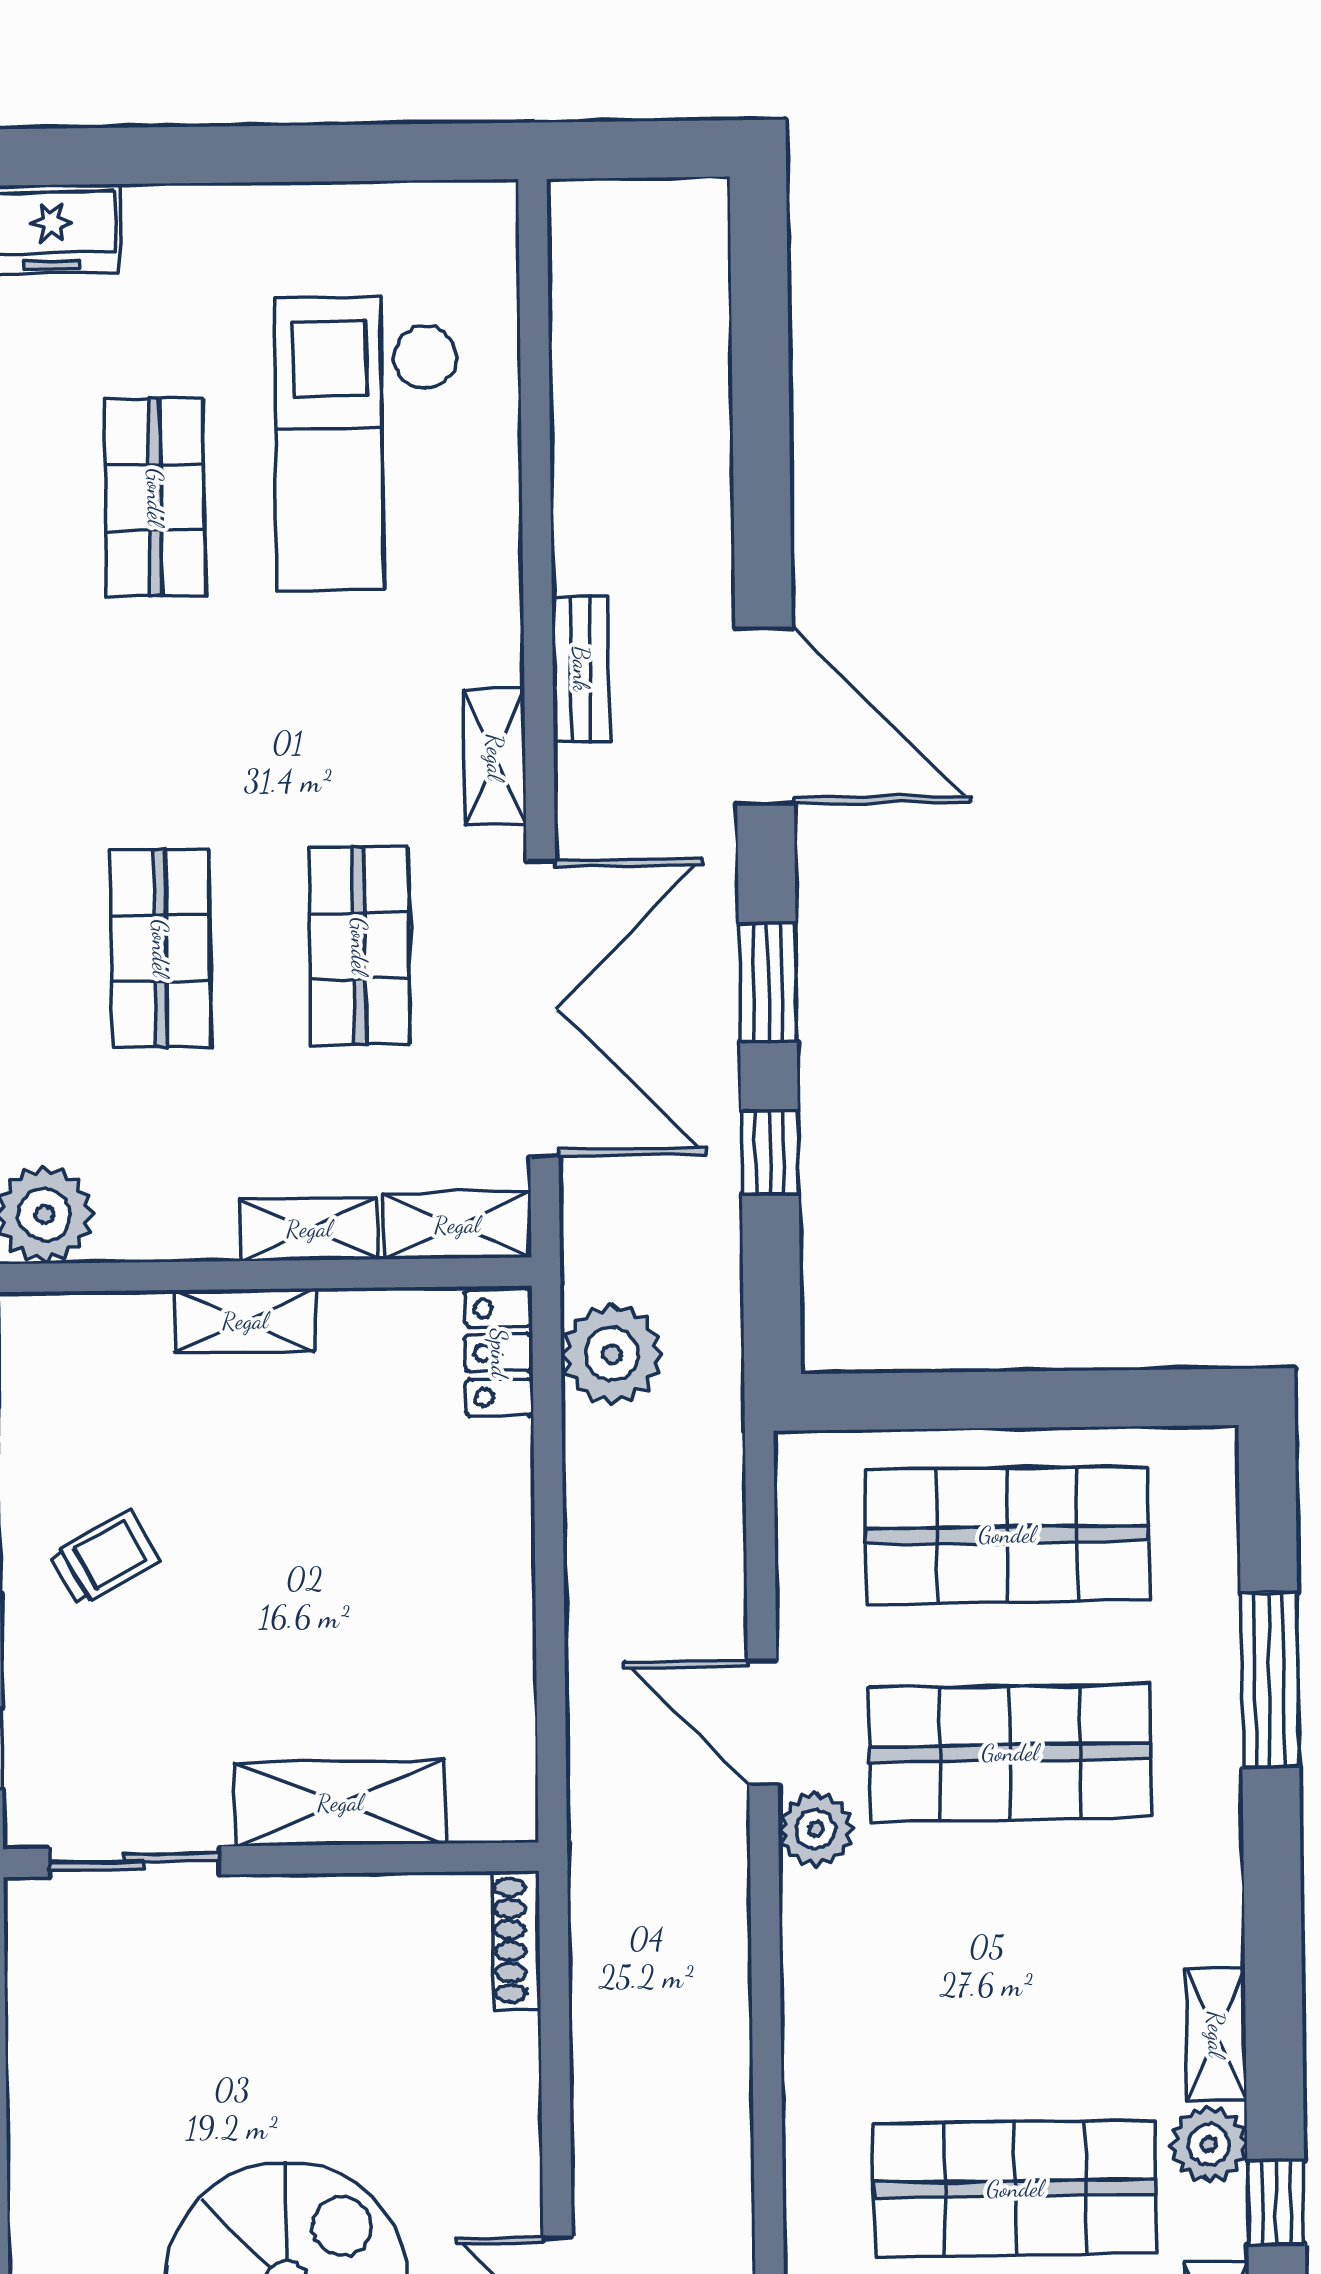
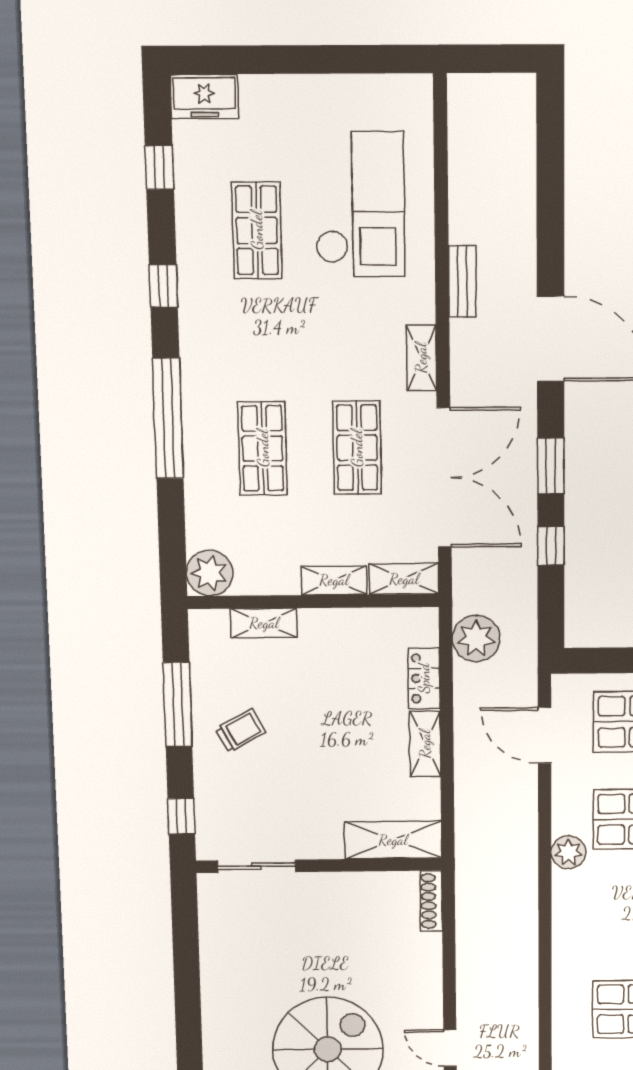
checkout: (367, 443) -> (360, 204), turned 180
bench: (581, 669) -> (462, 281), moved
shelving: (245, 1321) -> (264, 623), moved
locker: (499, 1353) -> (424, 678), moved
shelving: (503, 1587) -> (425, 744), added
door: (763, 1723) -> (545, 735), moved
shelving: (340, 1803) -> (393, 840), moved

